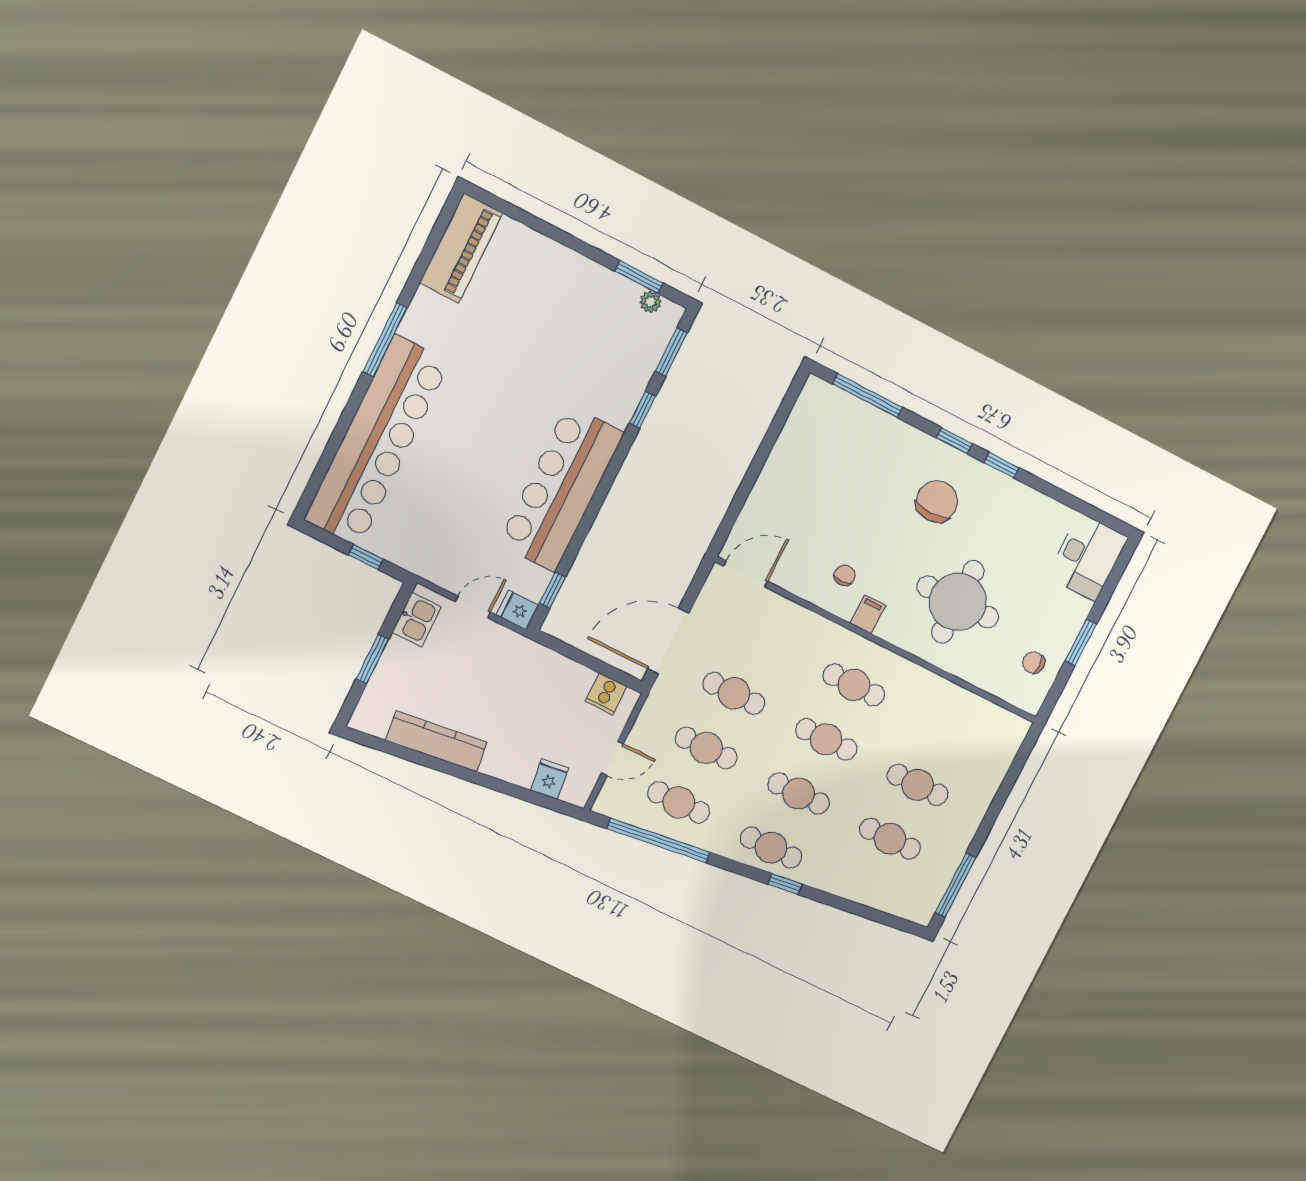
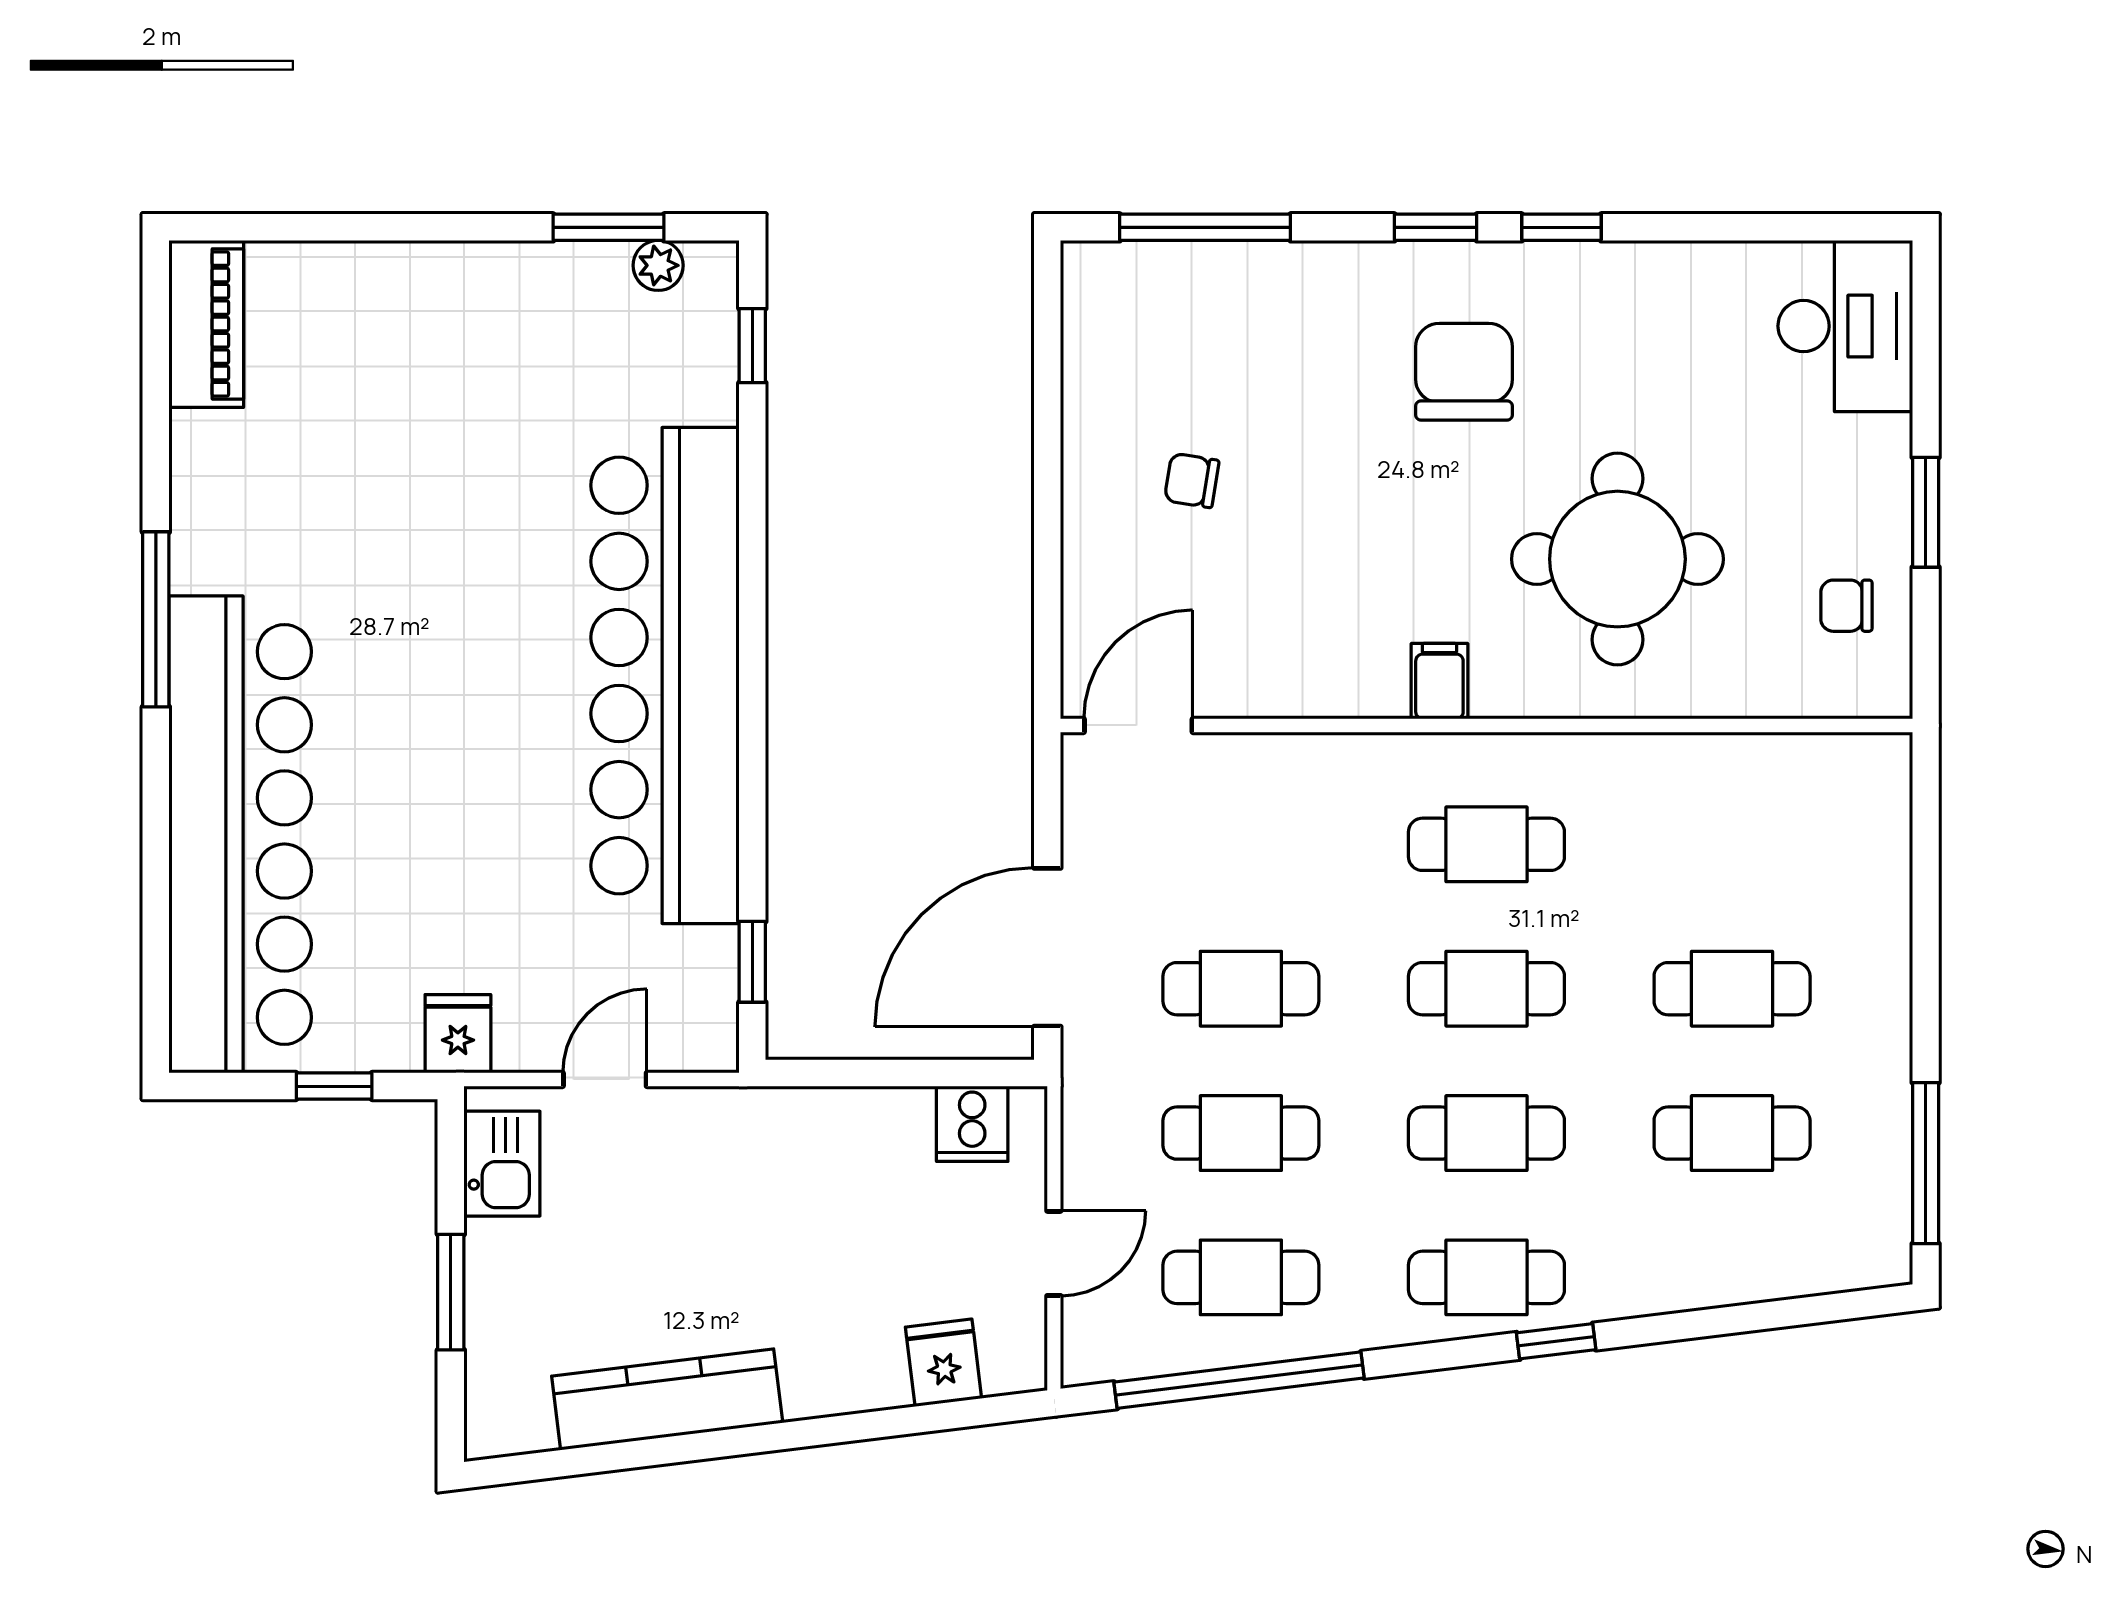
piano: (461, 248) -> (206, 324), width x0.73, depth x0.75
window: (671, 352) -> (752, 346), width x0.67
window: (643, 410) -> (752, 494), removed
bar counter: (561, 488) -> (665, 675), width x1.36
chair: (845, 575) -> (1192, 481), moved, turned -81
fridge: (517, 610) -> (458, 1034), moved, turned 90

